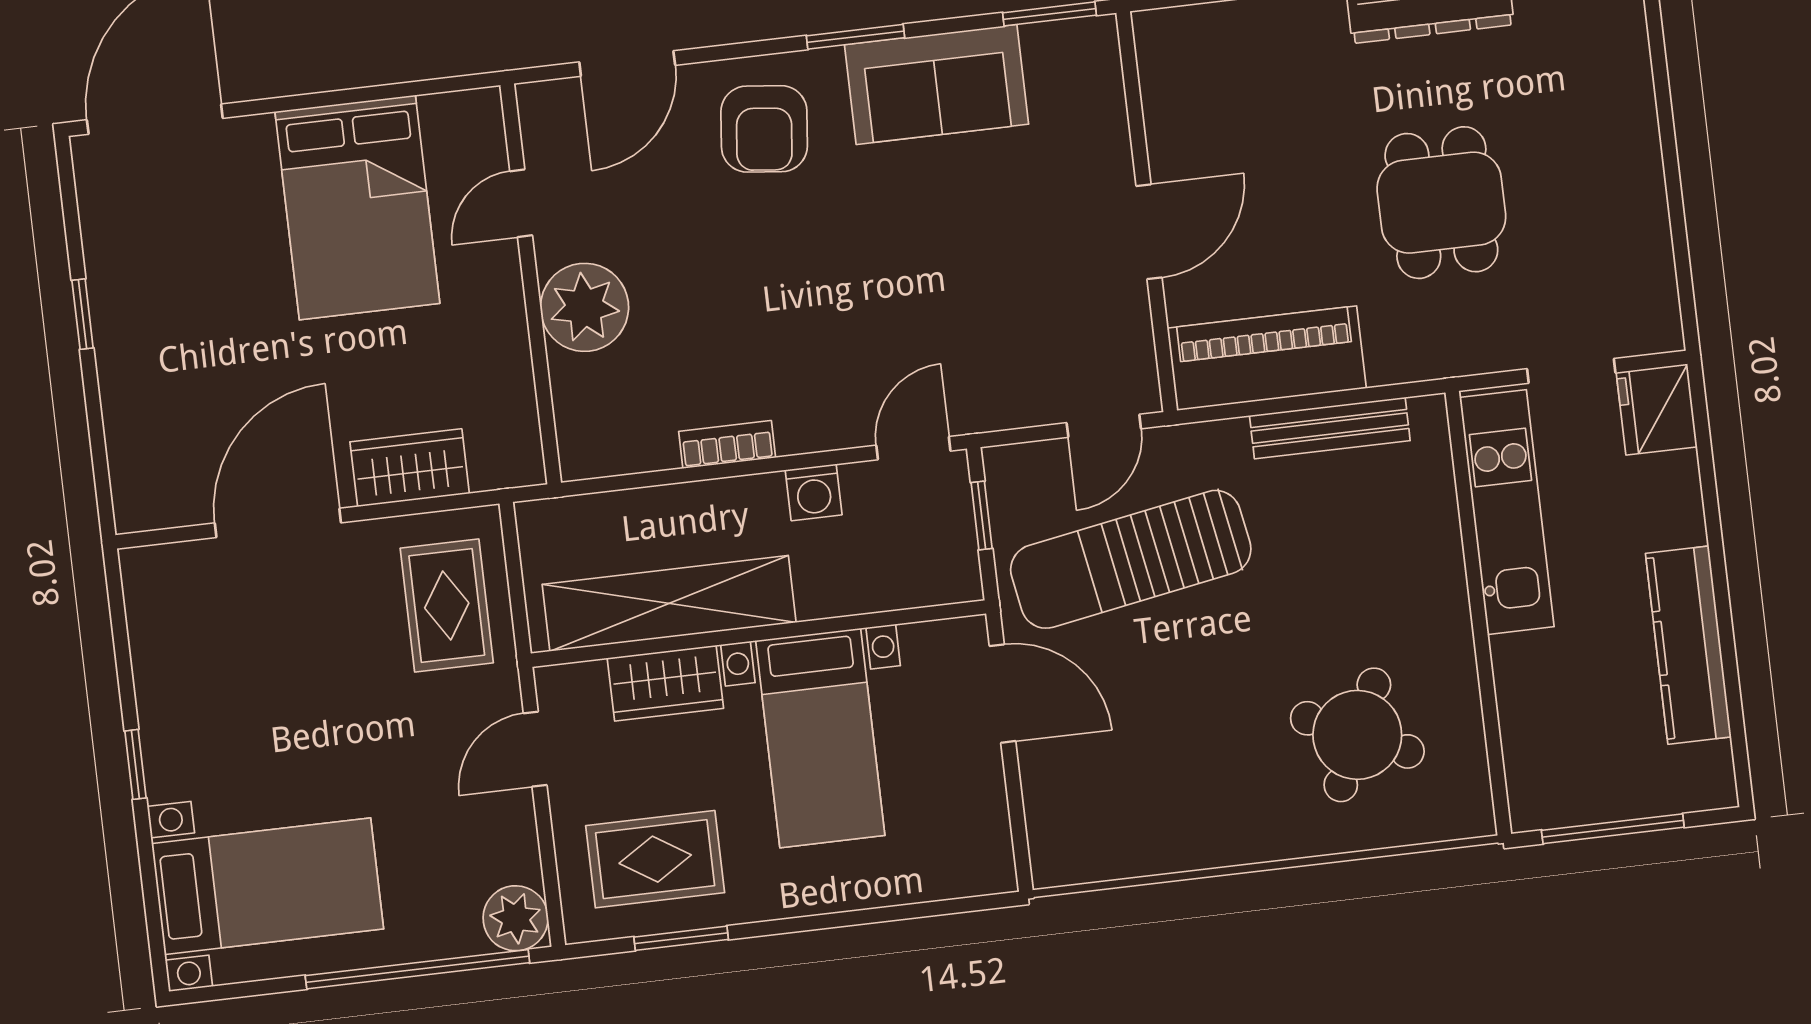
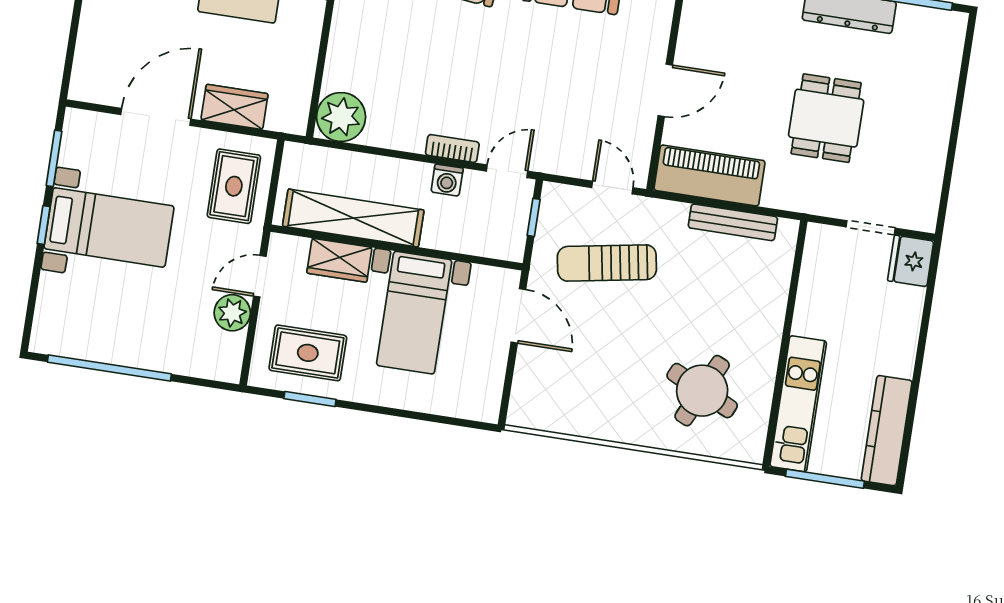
plant: (584, 307) -> (341, 117), moved
door: (1104, 426) -> (612, 188), swing flipped
bookcase: (727, 445) -> (452, 148), moved
kitchen unit: (1507, 512) -> (798, 404), moved
sun lounger: (1131, 559) -> (607, 263), width x0.73, depth x0.75
window: (121, 644) -> (54, 158), added
kitchen counter: (1688, 645) -> (887, 431), moved
bed with nightstands: (268, 886) -> (109, 227), moved
plant: (516, 918) -> (232, 313), moved
window: (417, 969) -> (109, 368), moved

